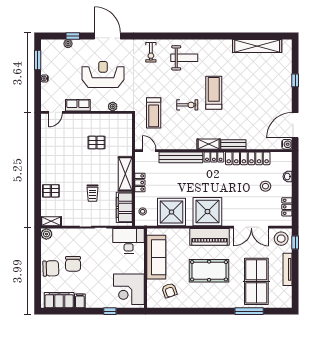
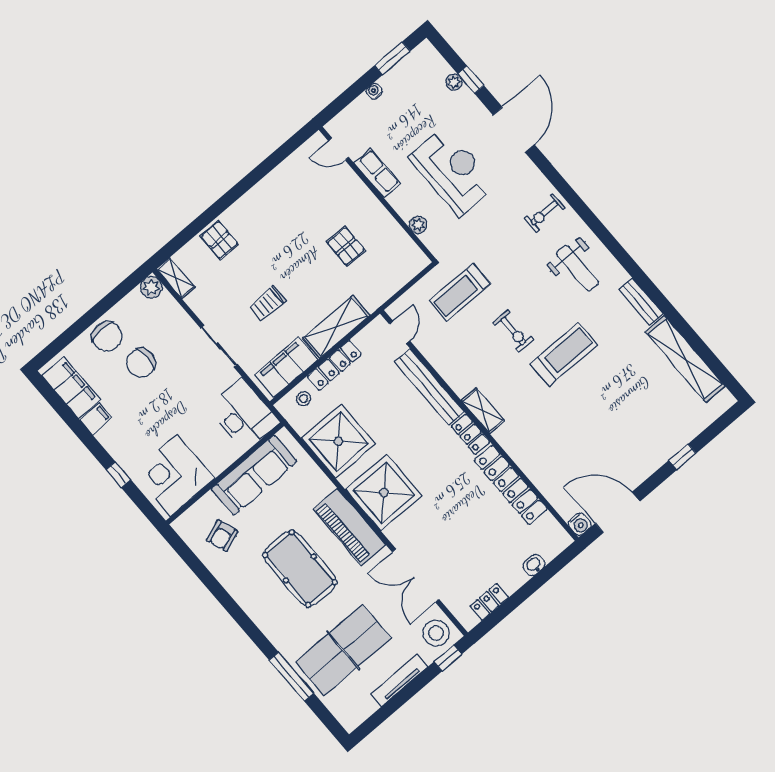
bench: (233, 145) -> (641, 302), moved
locker: (140, 183) -> (334, 365), width x1.53
stool: (265, 186) -> (493, 545), removed

